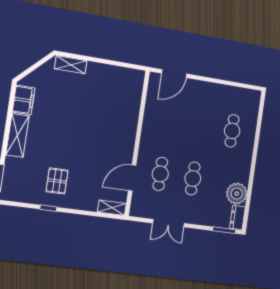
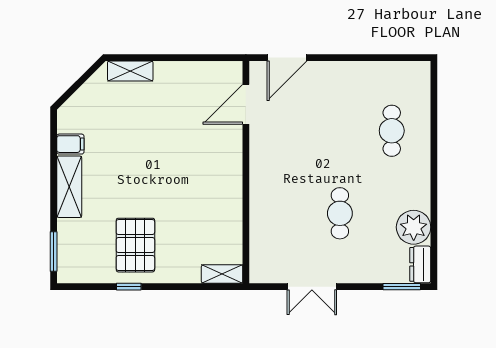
filing cabinet: (24, 100) -> (70, 144), width x0.50
cafe table: (160, 174) -> (288, 213), removed
door: (132, 178) -> (246, 104), moved
pallet: (57, 181) -> (135, 245), width x1.50, depth x1.42

